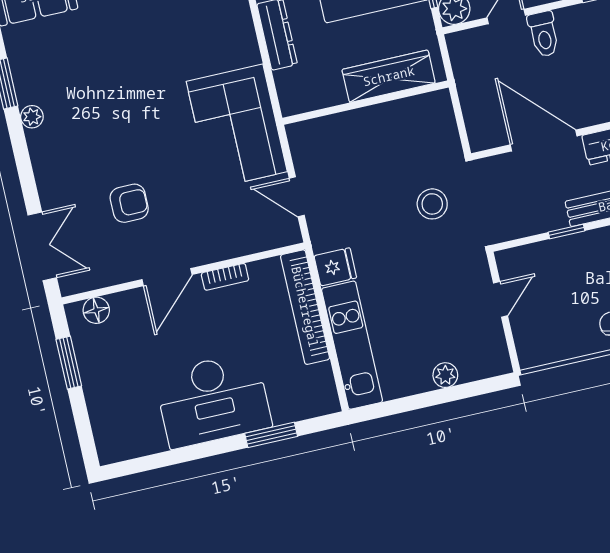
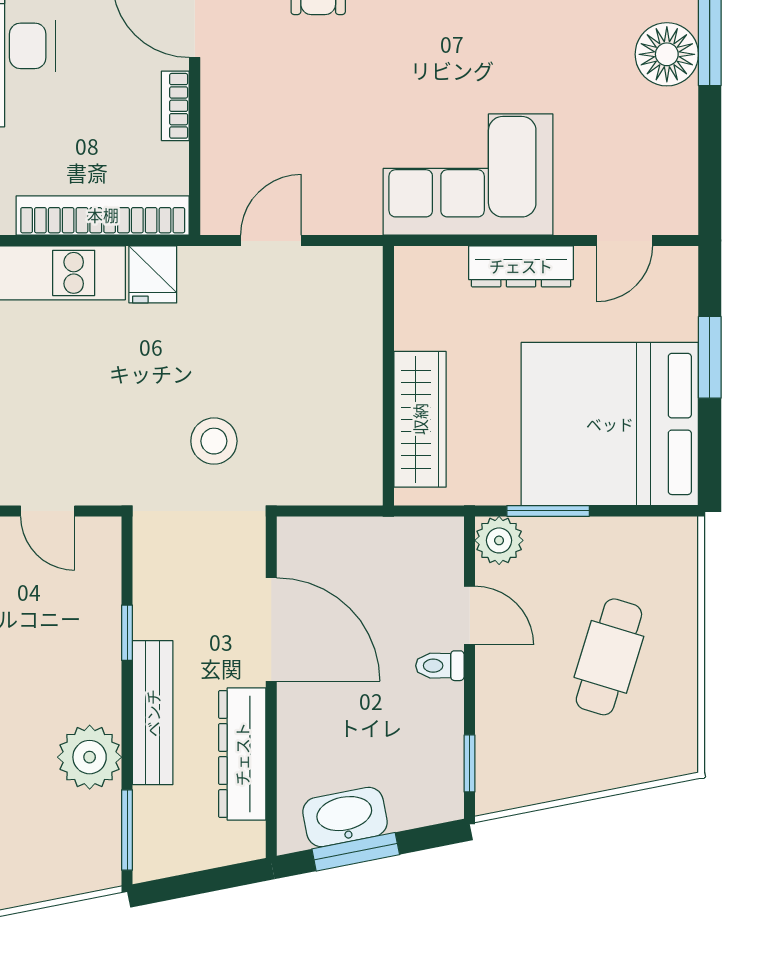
toilet: (544, 34) -> (440, 666), width x0.73, depth x0.72
corner sofa: (237, 127) -> (468, 175), moved
door: (544, 140) -> (271, 630), hinge flipped

